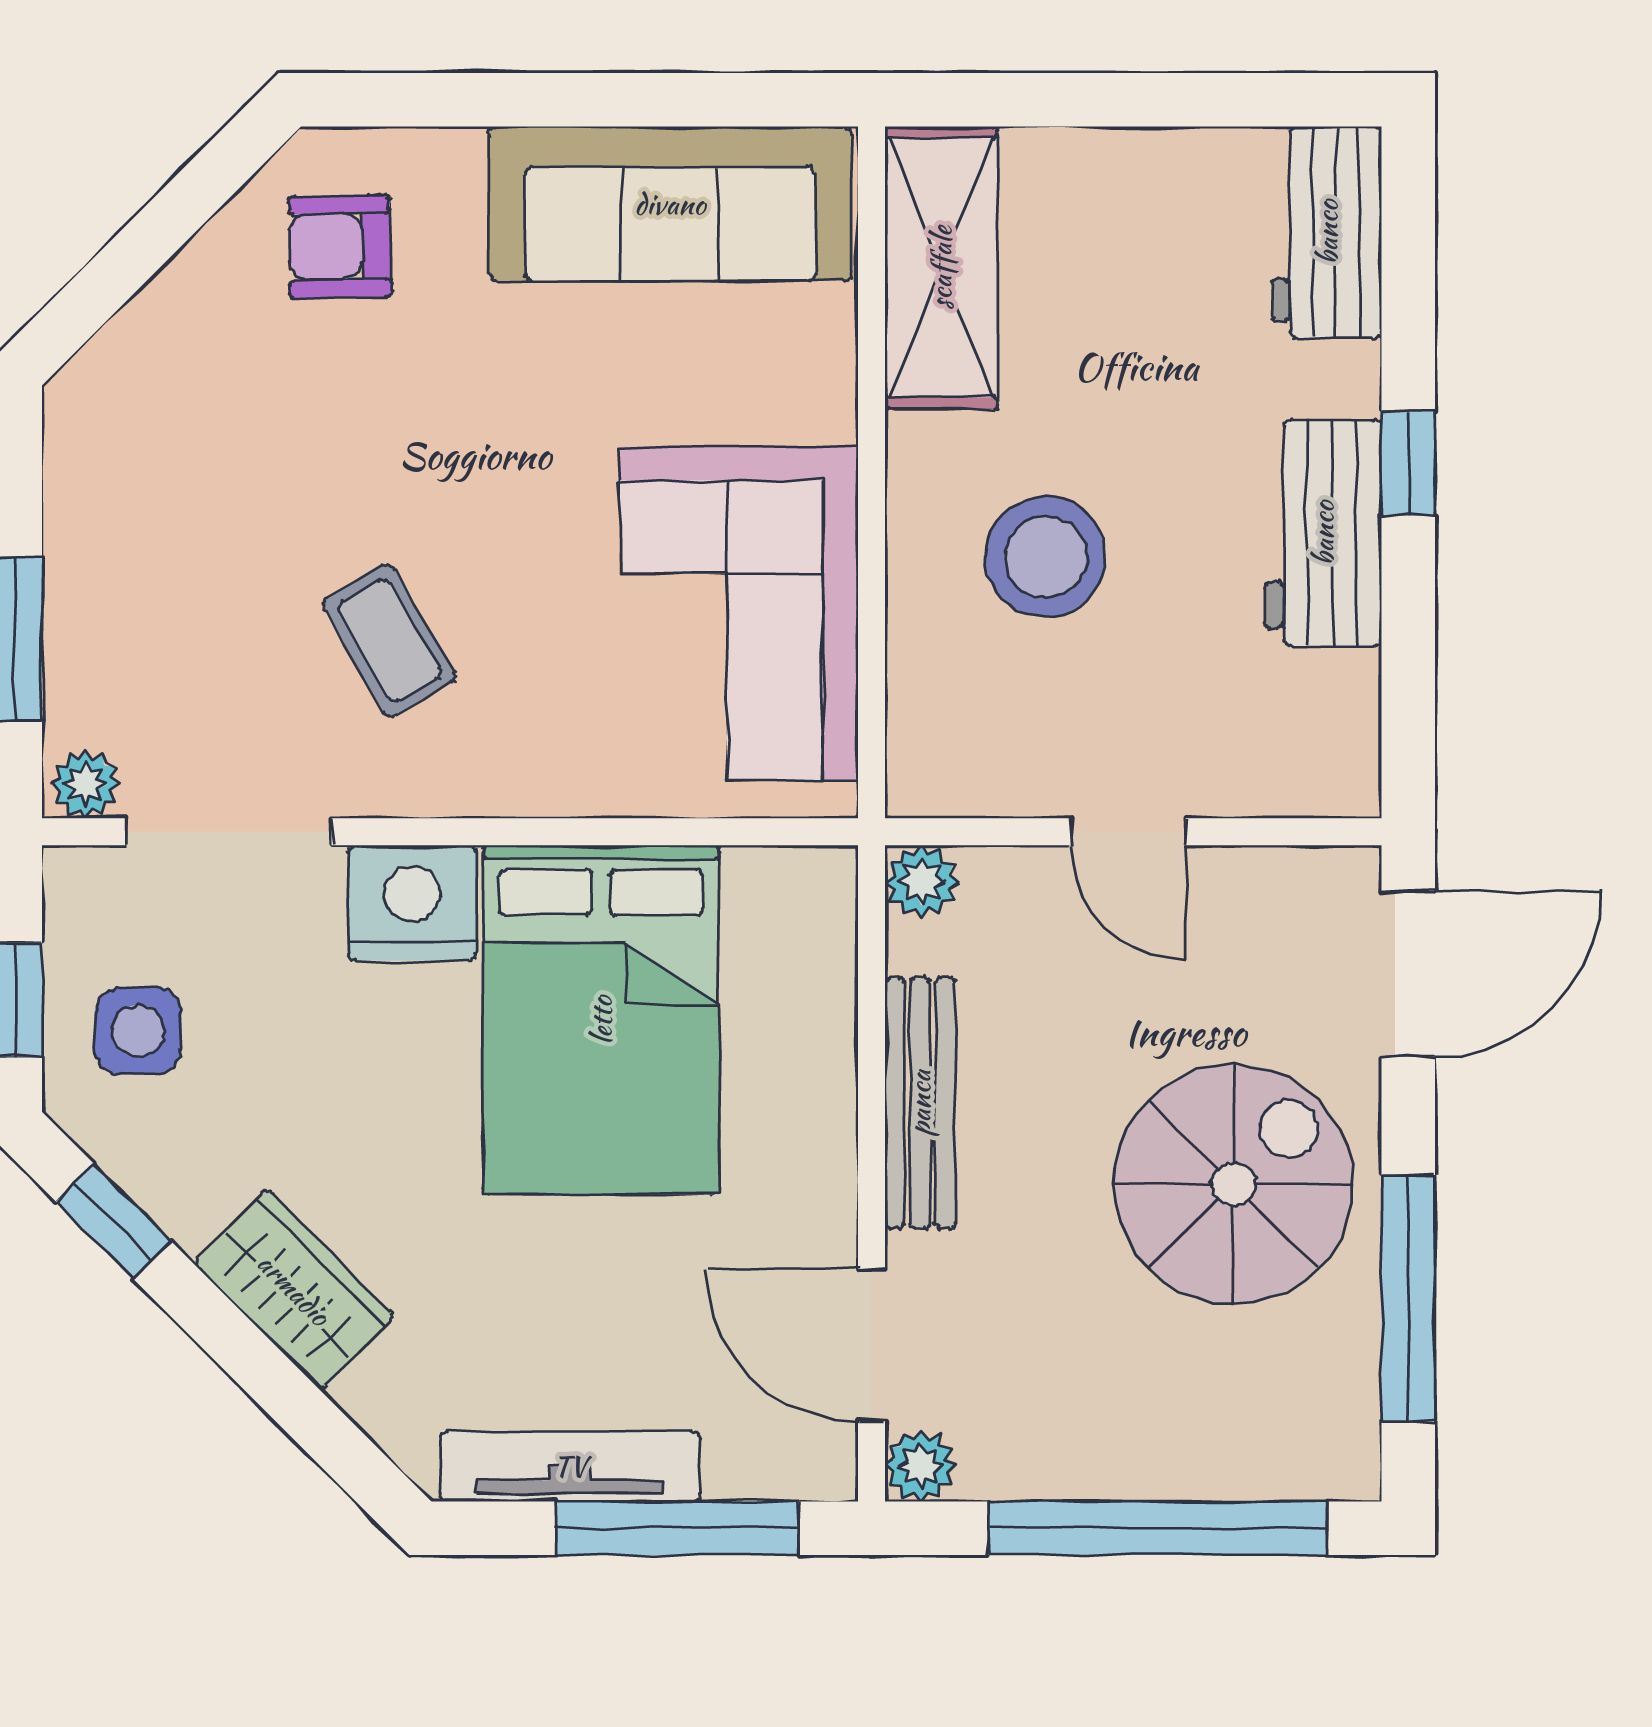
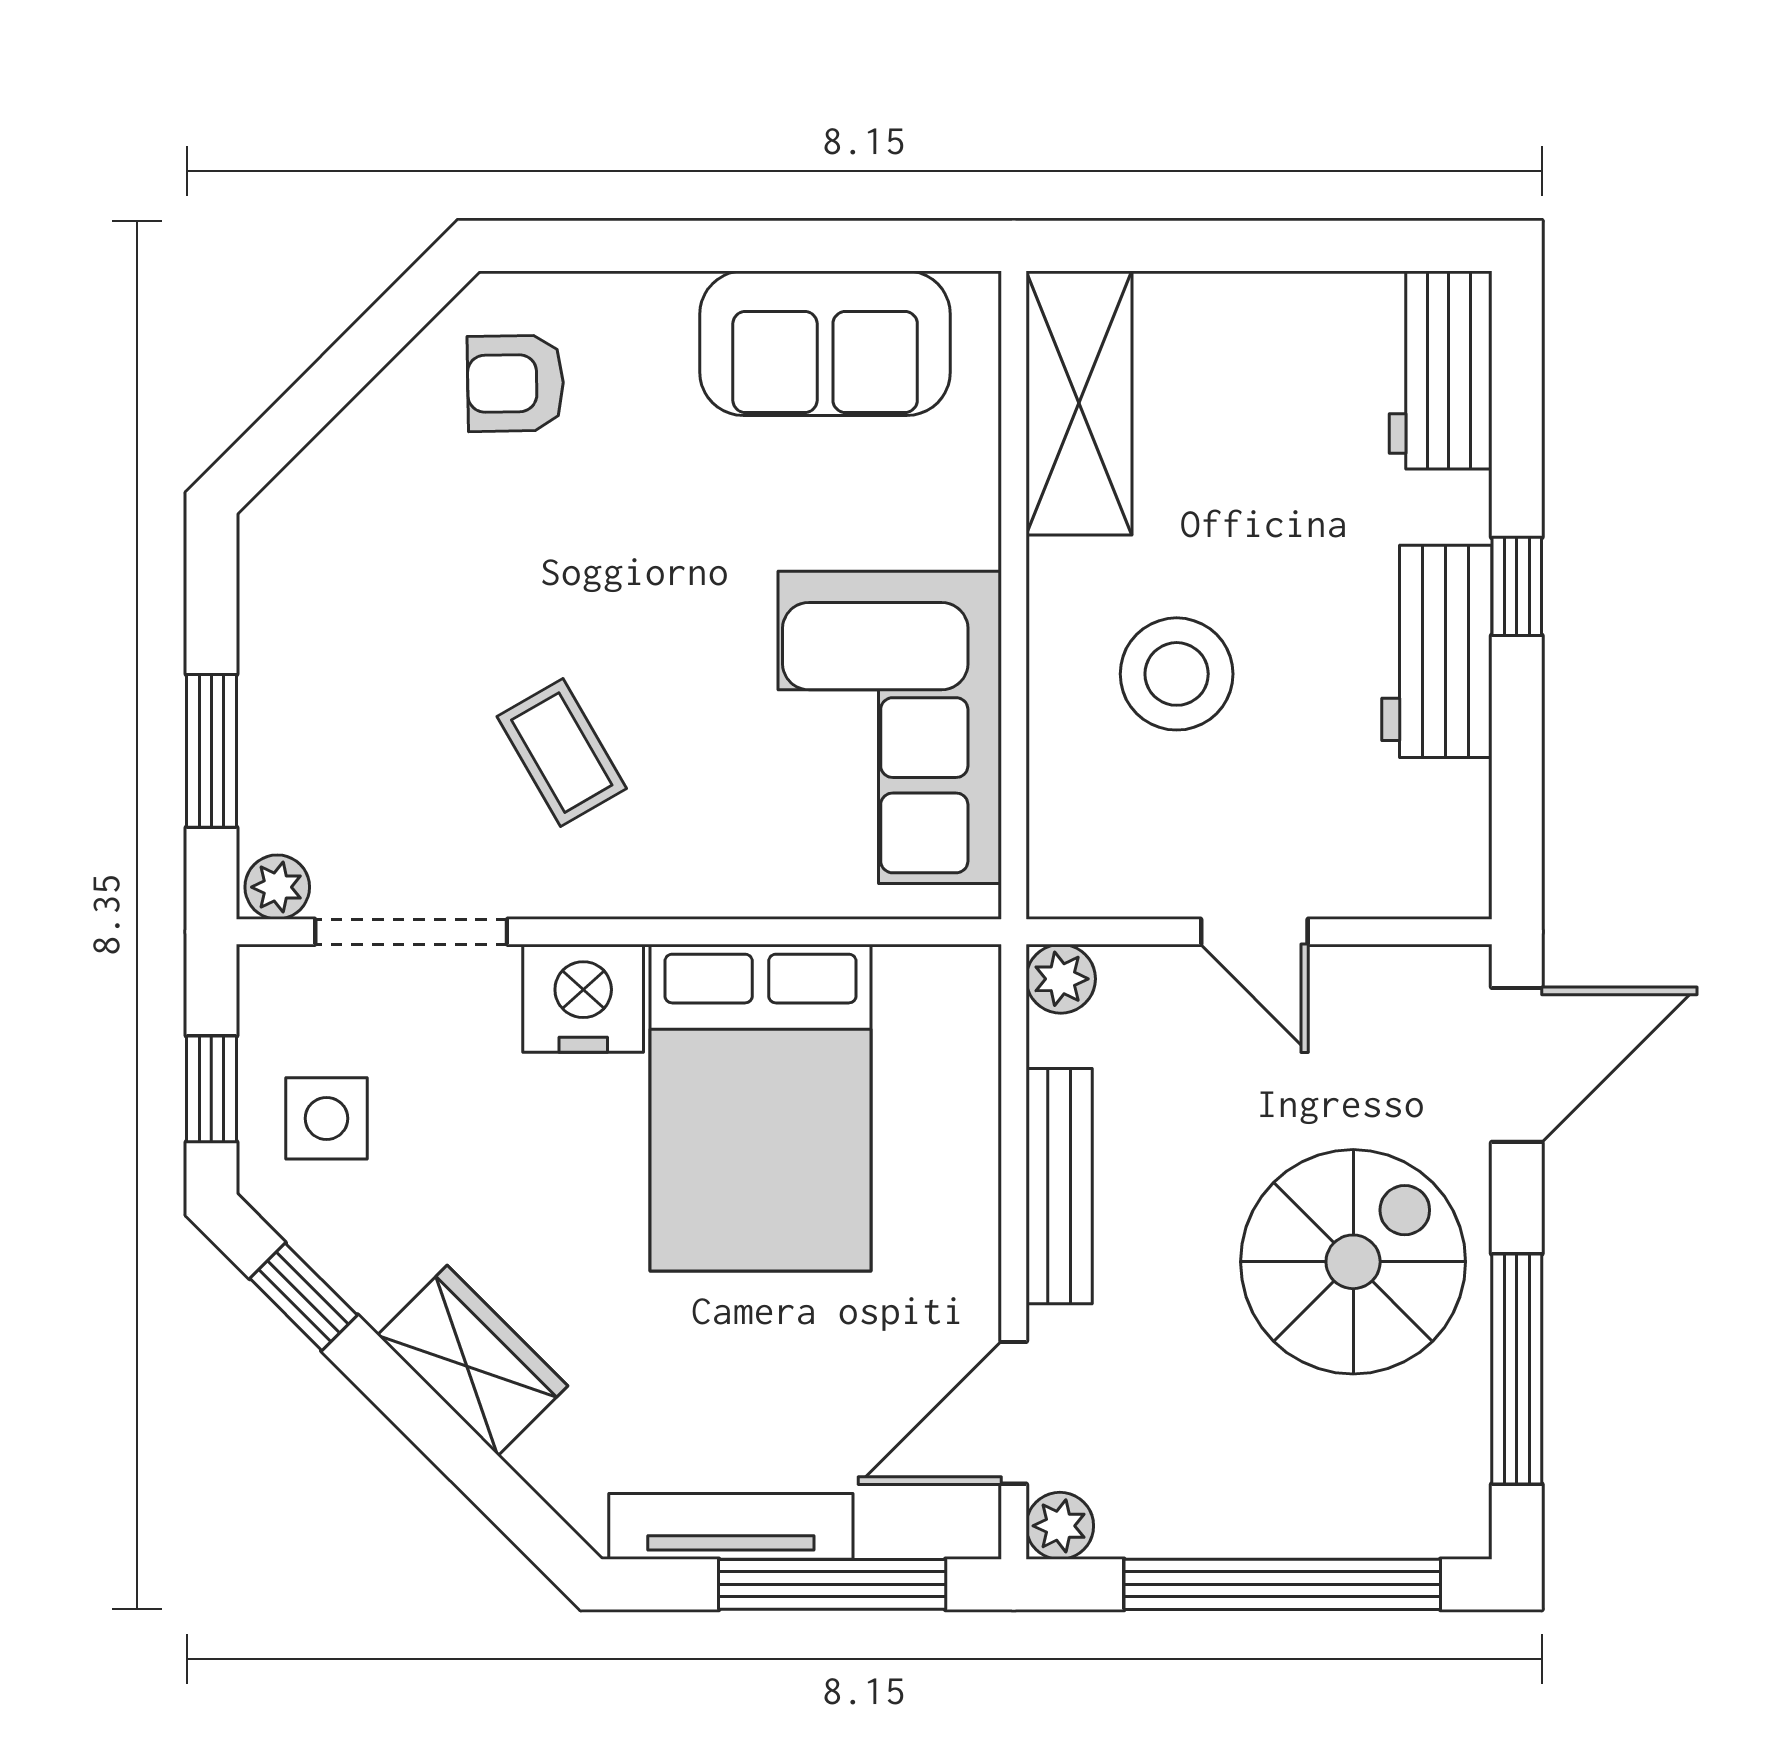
sofa: (670, 204) -> (825, 343), width x0.73
door: (871, 1345) -> (1014, 1413), hinge flipped

